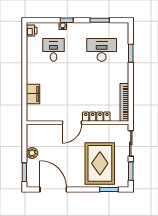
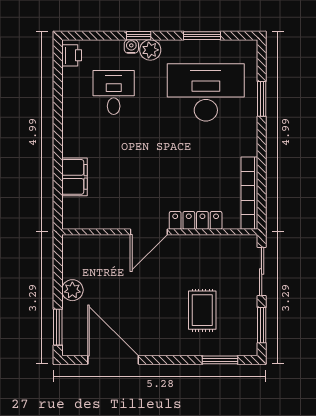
plant: (73, 28) -> (150, 50), added
desk: (102, 50) -> (206, 92), width x1.36, depth x1.30
rug: (100, 163) -> (202, 310), width x0.54, depth x0.49

